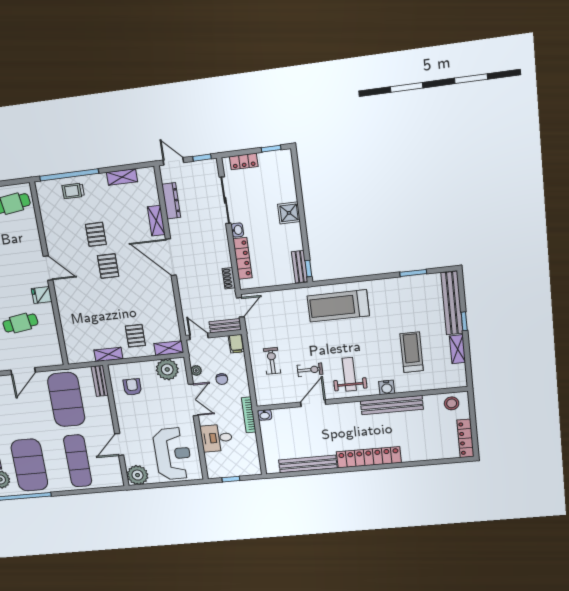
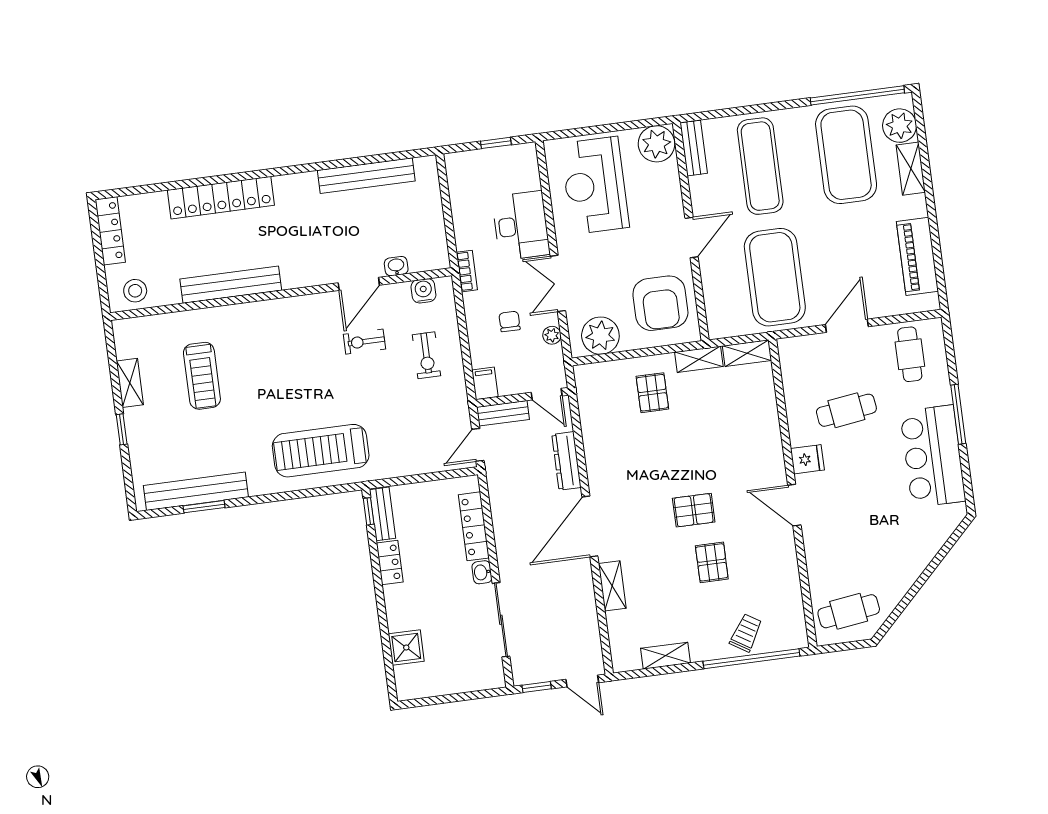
window: (271, 149) -> (428, 701), removed
locker: (244, 161) -> (390, 562), moved, turned 90
trolley: (73, 191) -> (746, 633), turned -58
dresser: (171, 201) -> (566, 461), moved
shower: (289, 213) -> (406, 647), moved
door: (171, 257) -> (590, 526), swing flipped
pallet: (108, 266) -> (694, 510), turned 90
shoe rack: (229, 278) -> (496, 493), removed
bench: (452, 303) -> (196, 491), moved, turned 90
treadmill: (338, 306) -> (321, 451), turned 180
shelving: (169, 348) -> (747, 353), moved
weight bench: (349, 374) -> (301, 336), removed
bench: (100, 381) -> (694, 148), moved
armchair: (132, 387) -> (660, 303), width x1.88, depth x1.88
water cooler: (387, 387) -> (423, 291), moved
bookcase: (249, 415) -> (467, 271), width x0.64
washbasin: (265, 415) -> (396, 266), moved
desk: (216, 438) -> (521, 226), width x1.37
door: (119, 444) -> (692, 238), moved
locker: (369, 457) -> (221, 198), moved

